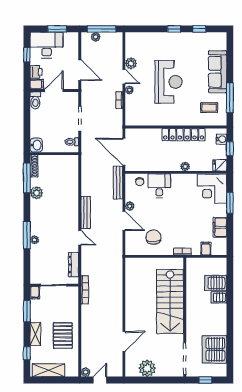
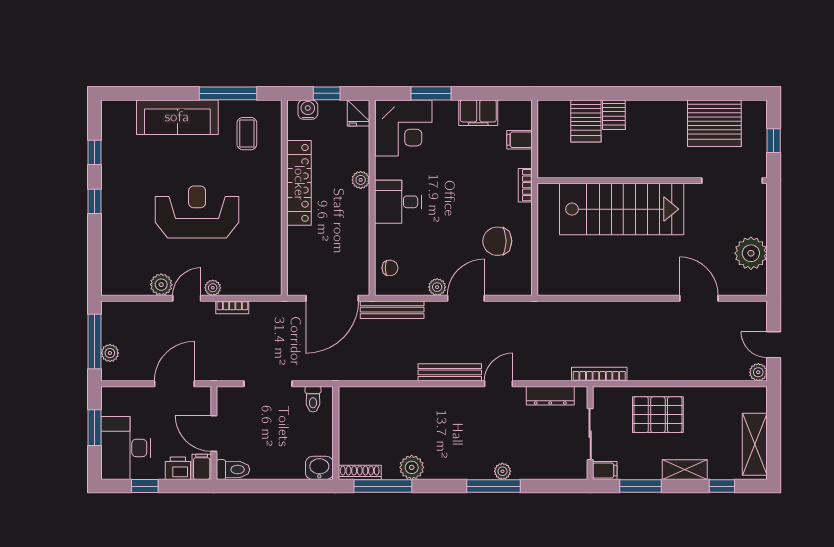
desk: (159, 186) -> (398, 202), moved
pallet: (63, 336) -> (658, 415), moved

